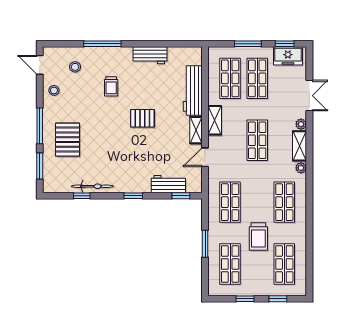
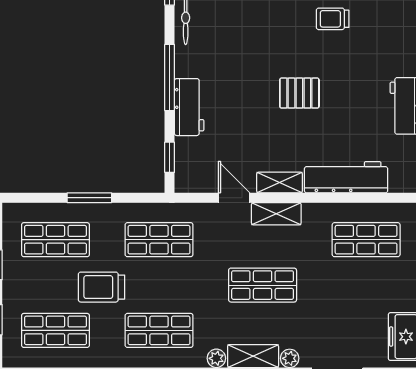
shop shelf: (257, 78) -> (366, 285), removed
trolley: (111, 86) -> (333, 19), moved
pallet: (142, 118) -> (299, 93), turned 90
shelving: (215, 120) -> (276, 214), moved
workbench: (168, 184) -> (189, 107), moved
window: (133, 196) -> (170, 78), width x2.17

